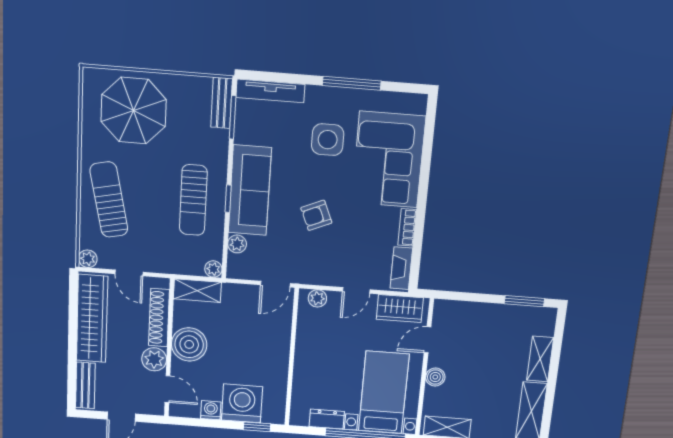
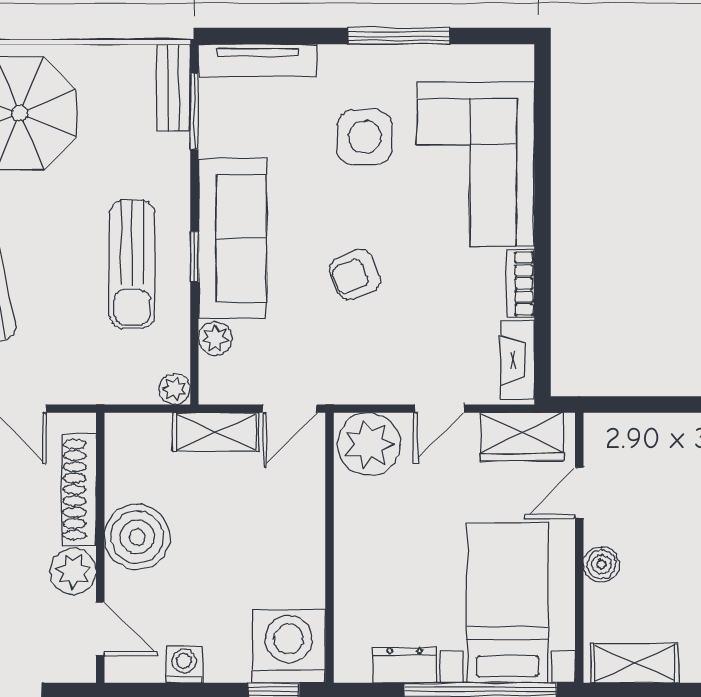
shelving: (197, 291) -> (216, 432), moved
plant: (317, 298) -> (369, 444), width x1.88, depth x1.88
washing machine: (242, 403) -> (289, 646), moved

